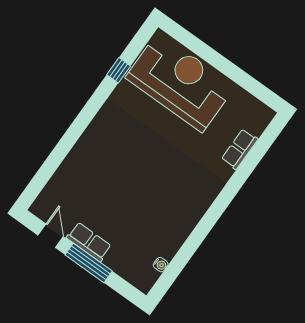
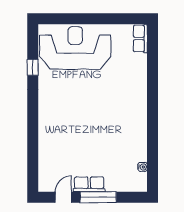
row of seats: (240, 149) -> (140, 38), moved
door: (51, 236) -> (63, 197), hinge flipped

